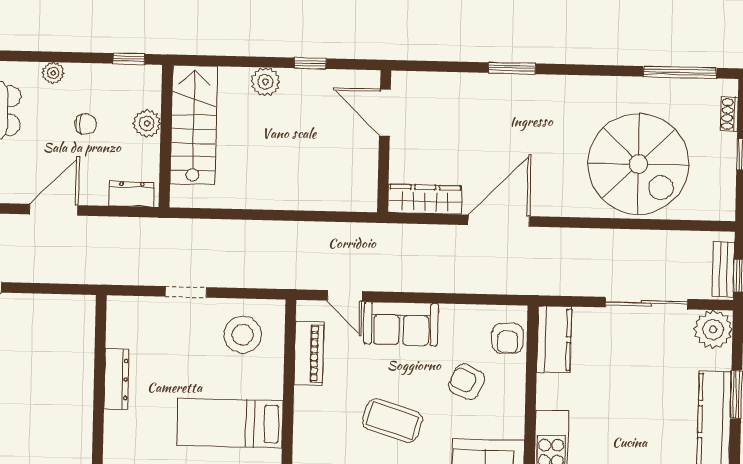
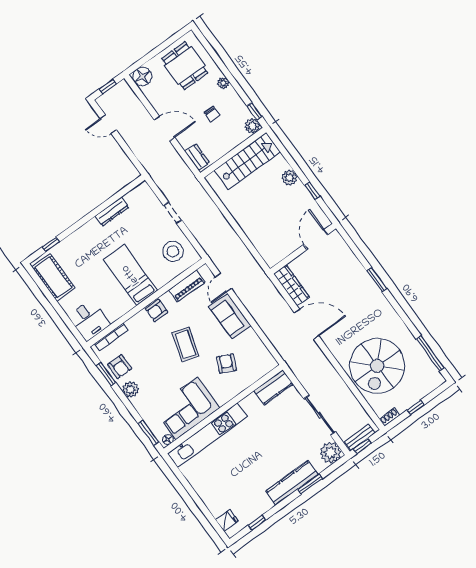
shoe rack: (729, 114) -> (389, 417), moved
plant: (147, 123) -> (252, 126), moved
armchair: (508, 338) -> (157, 310), moved

